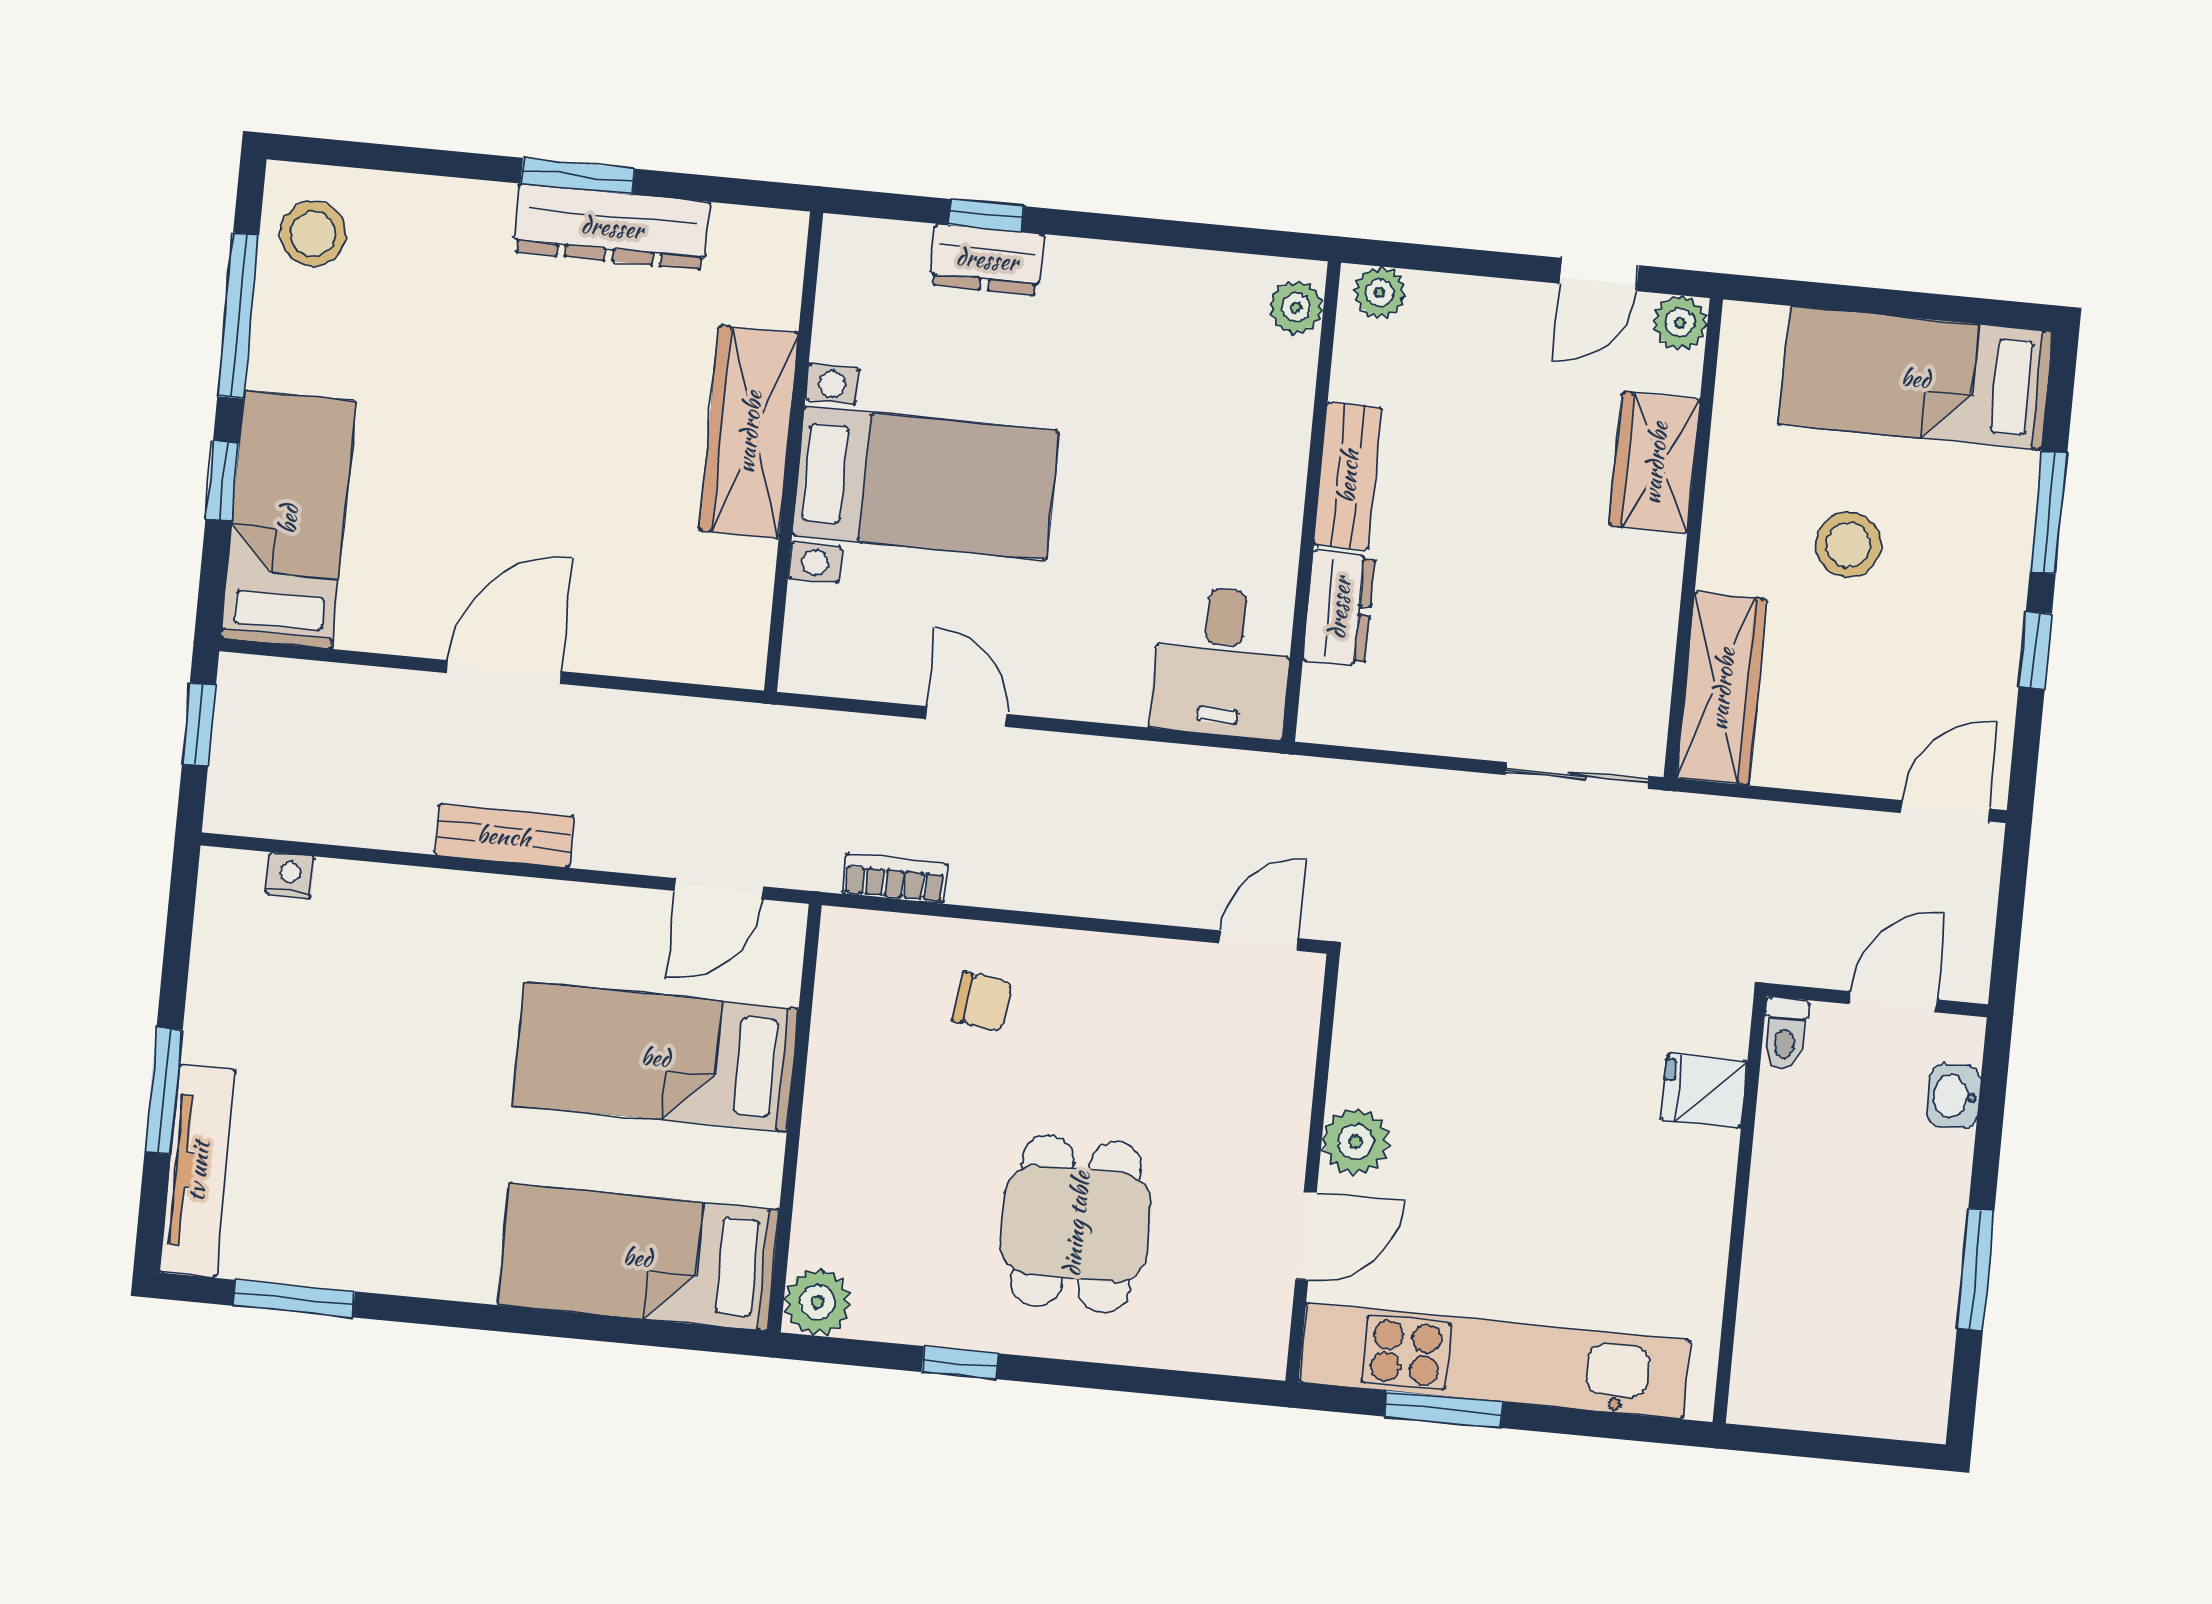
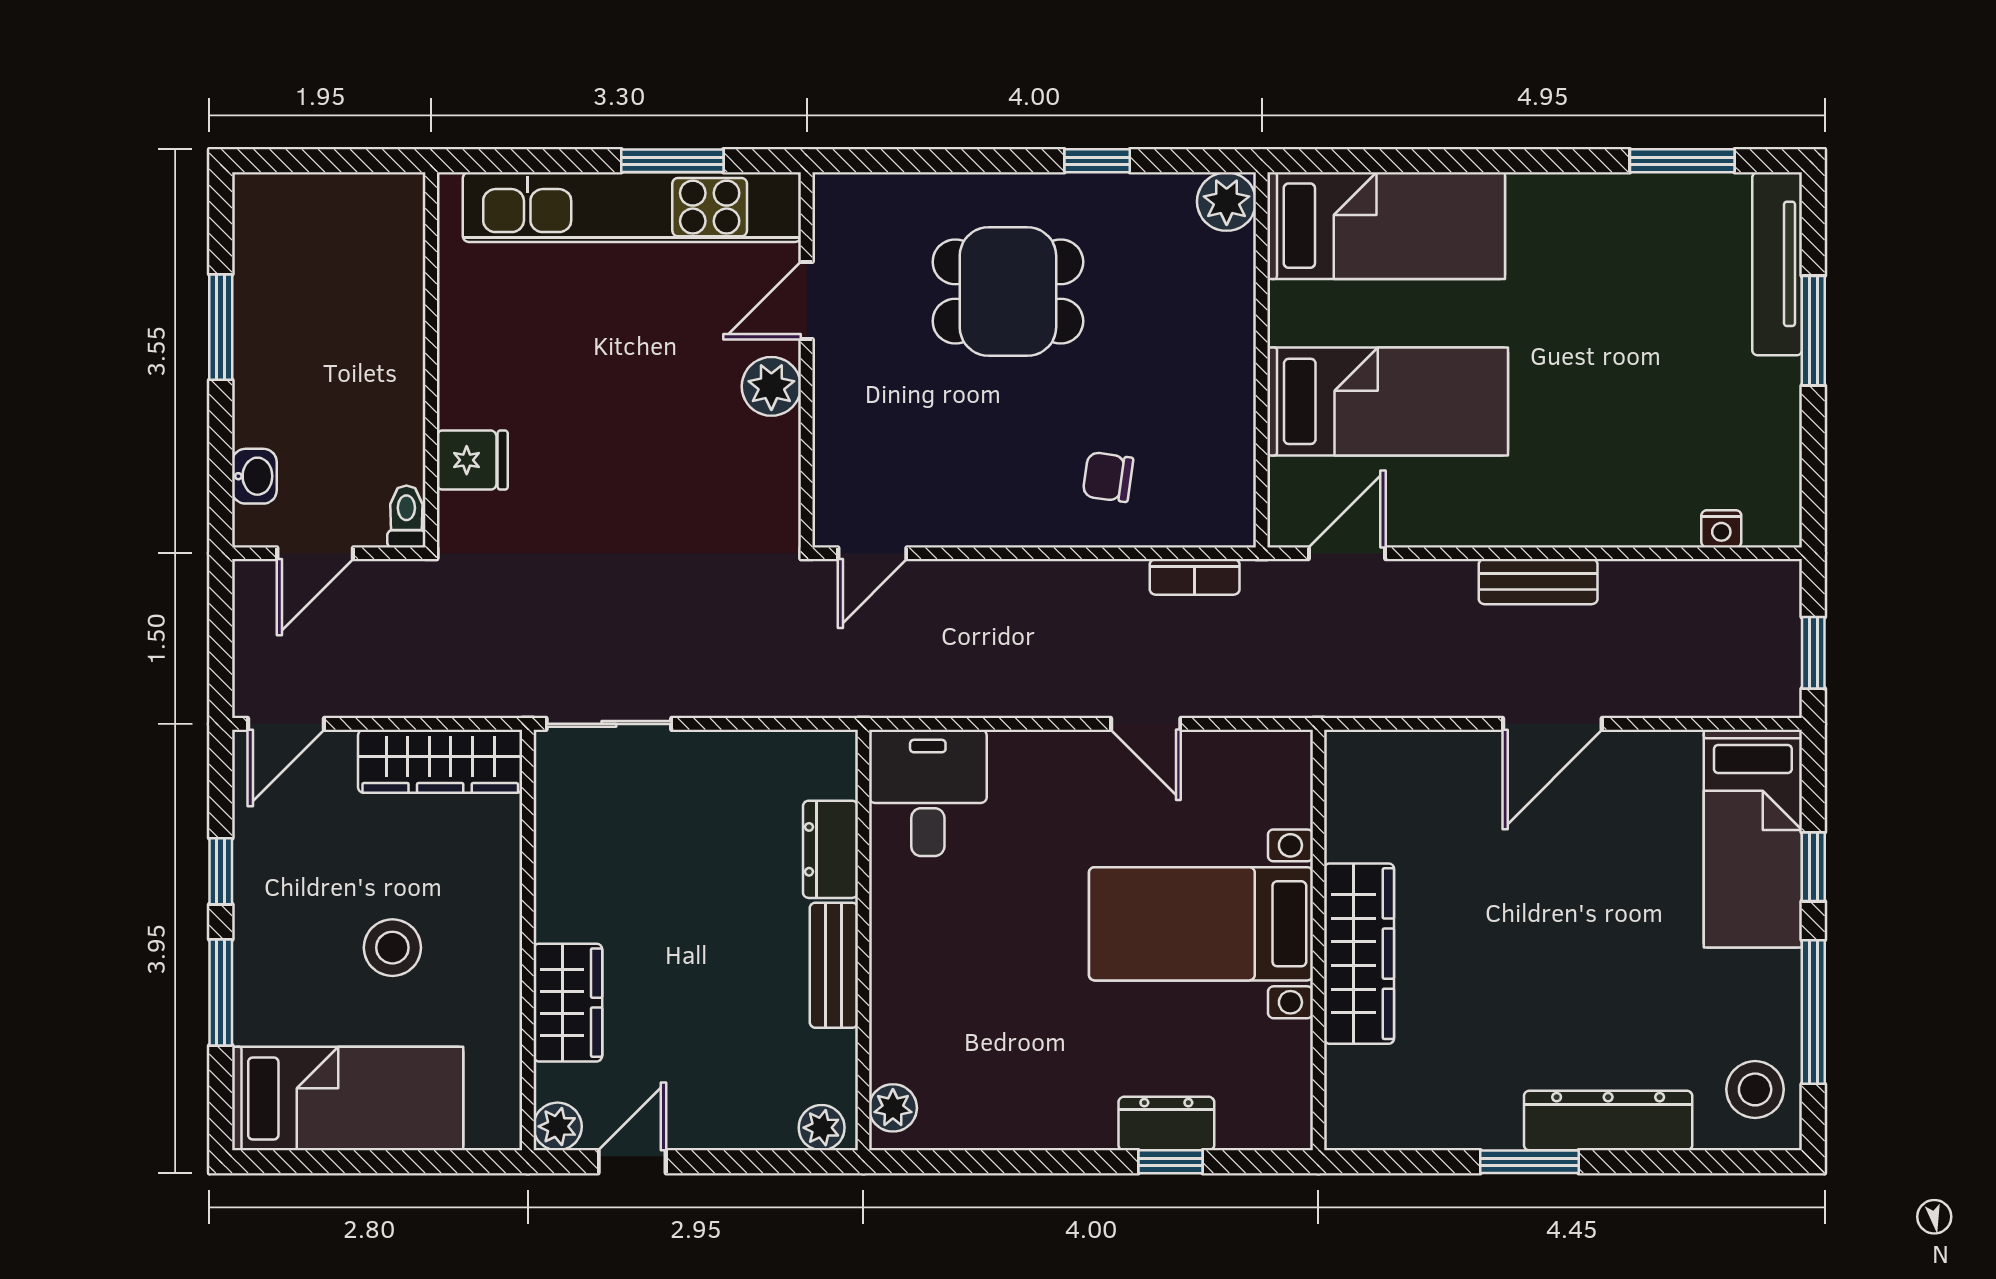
dresser: (612, 227) -> (1608, 1121), moved
wardrobe: (1722, 689) -> (440, 761), moved, turned -90
dining table: (1076, 1224) -> (1008, 292), turned 90

